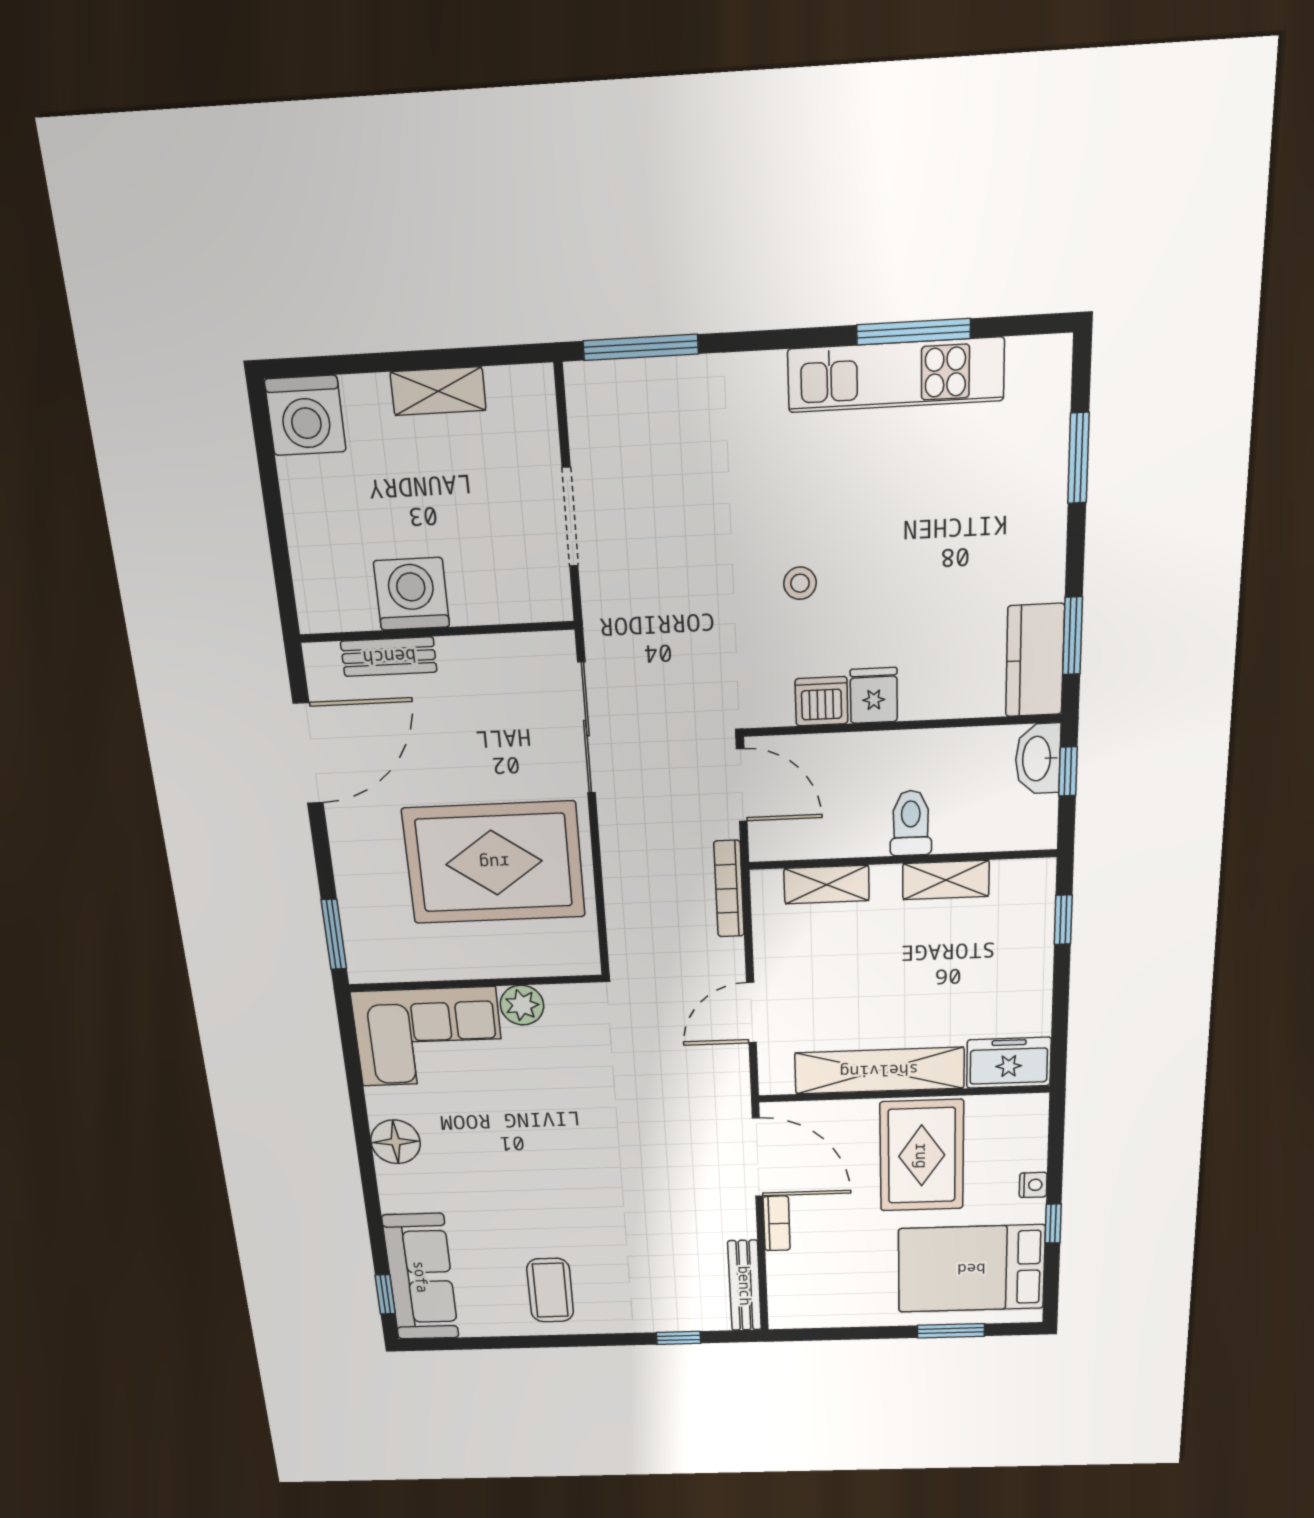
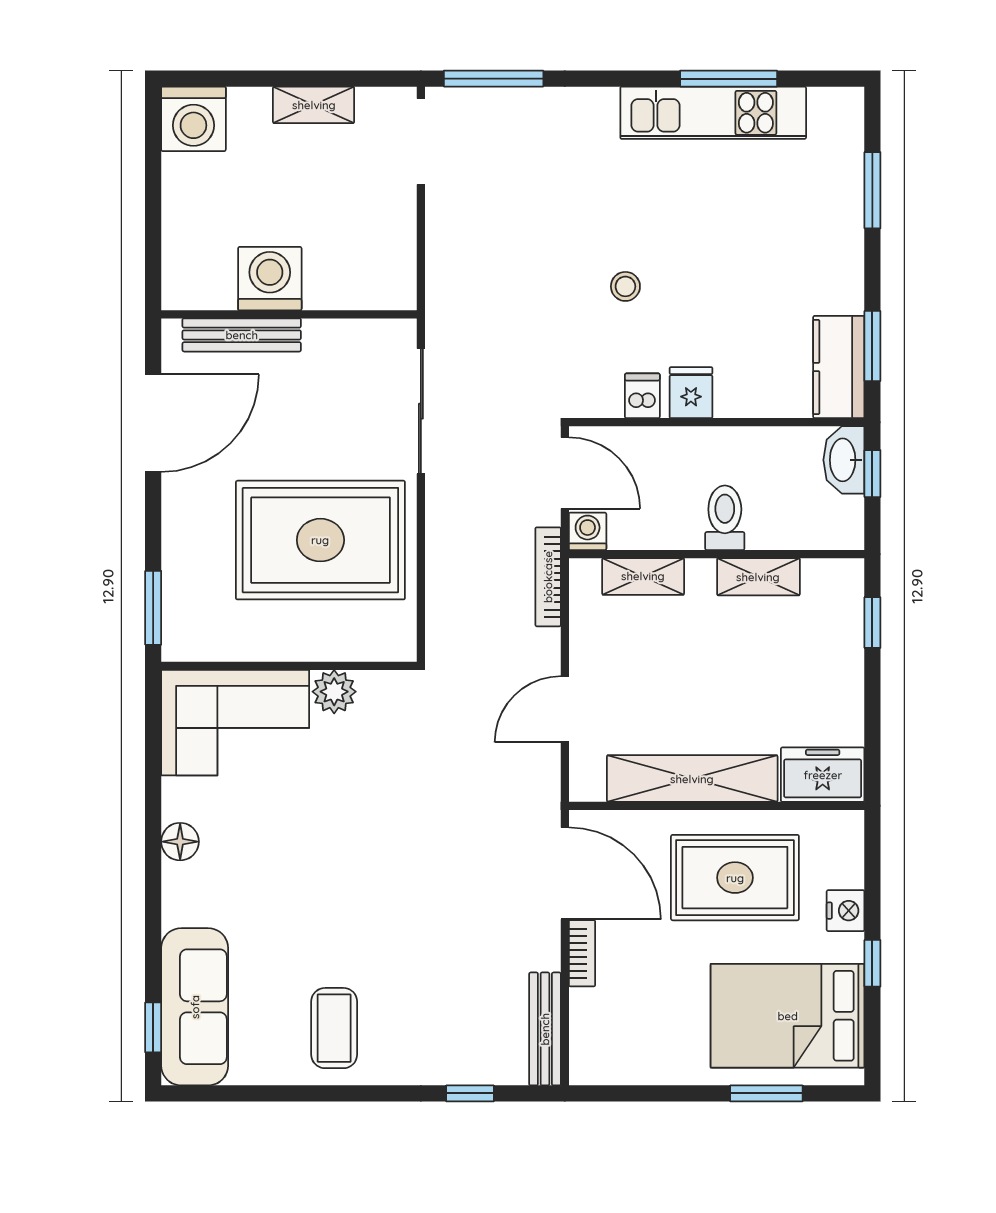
doorway: (570, 517) -> (421, 142), moved
bench: (389, 657) -> (242, 335), width x1.36
dishwasher: (821, 701) -> (642, 396), width x0.73
washing machine: (768, 843) -> (588, 531), added
floor lamp: (396, 1142) -> (180, 842), width x0.73, depth x0.73
rug: (922, 1156) -> (735, 878), turned 90
nightstand: (1033, 1185) -> (846, 911), width x1.39, depth x1.35

